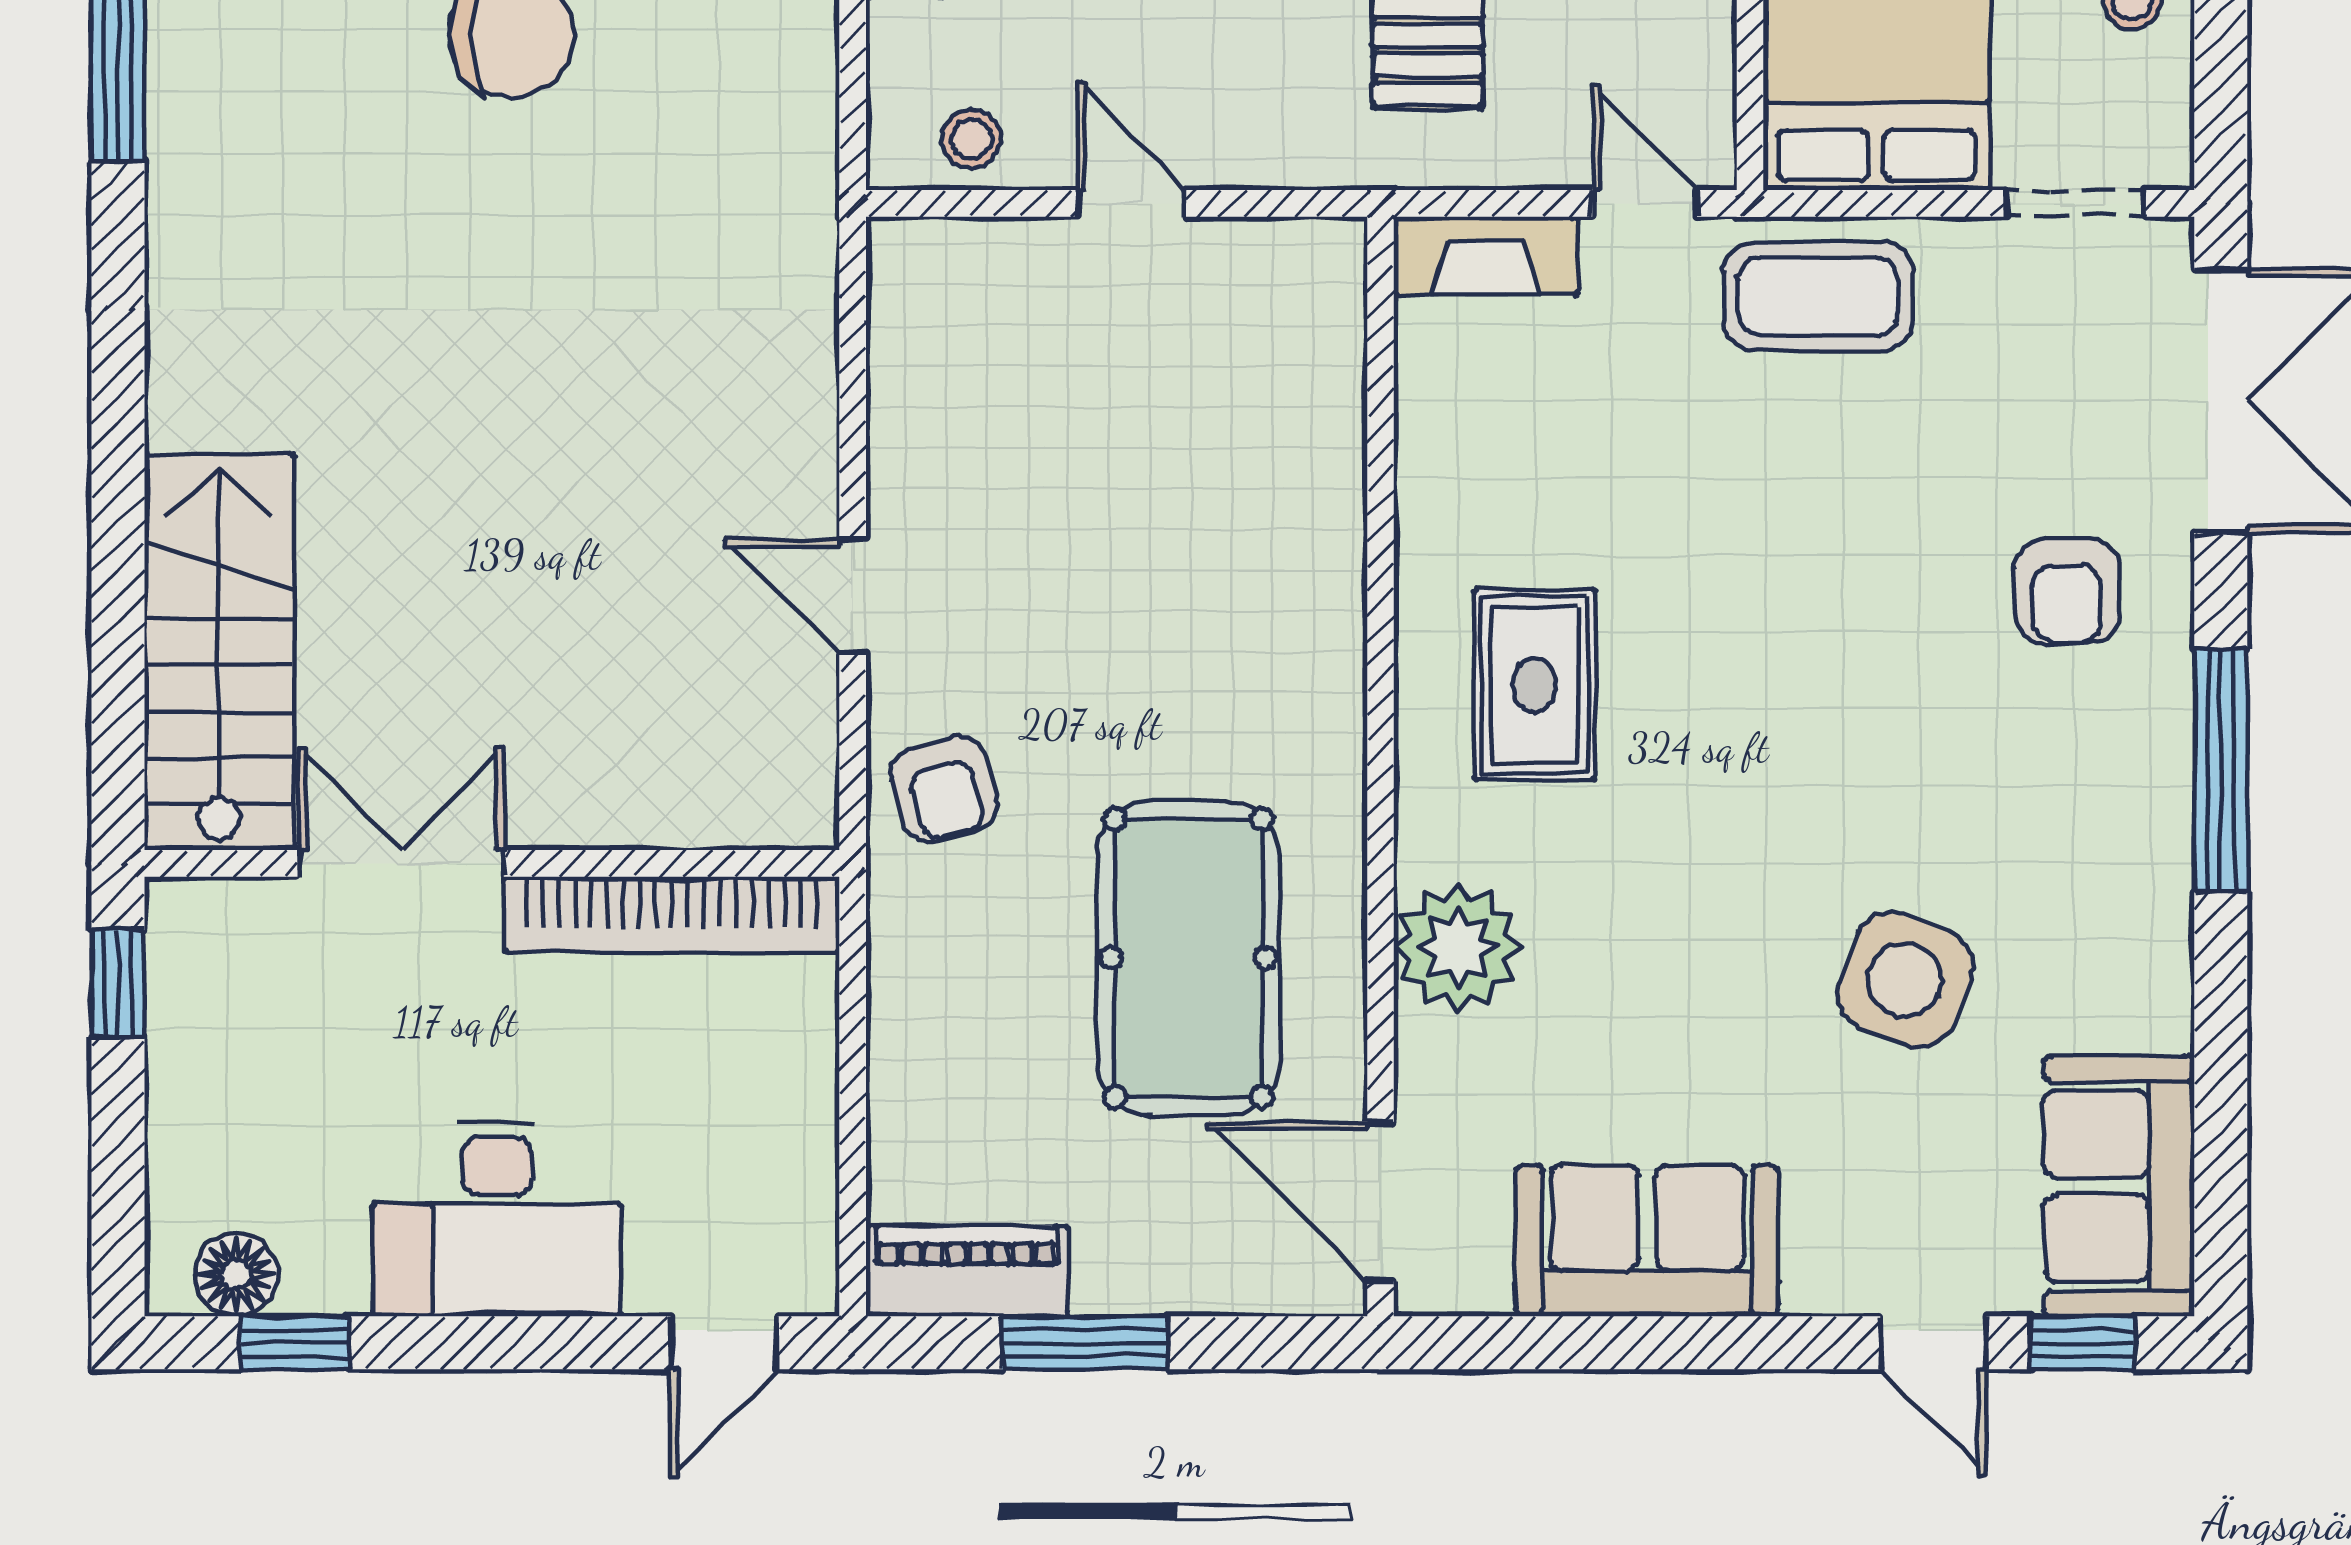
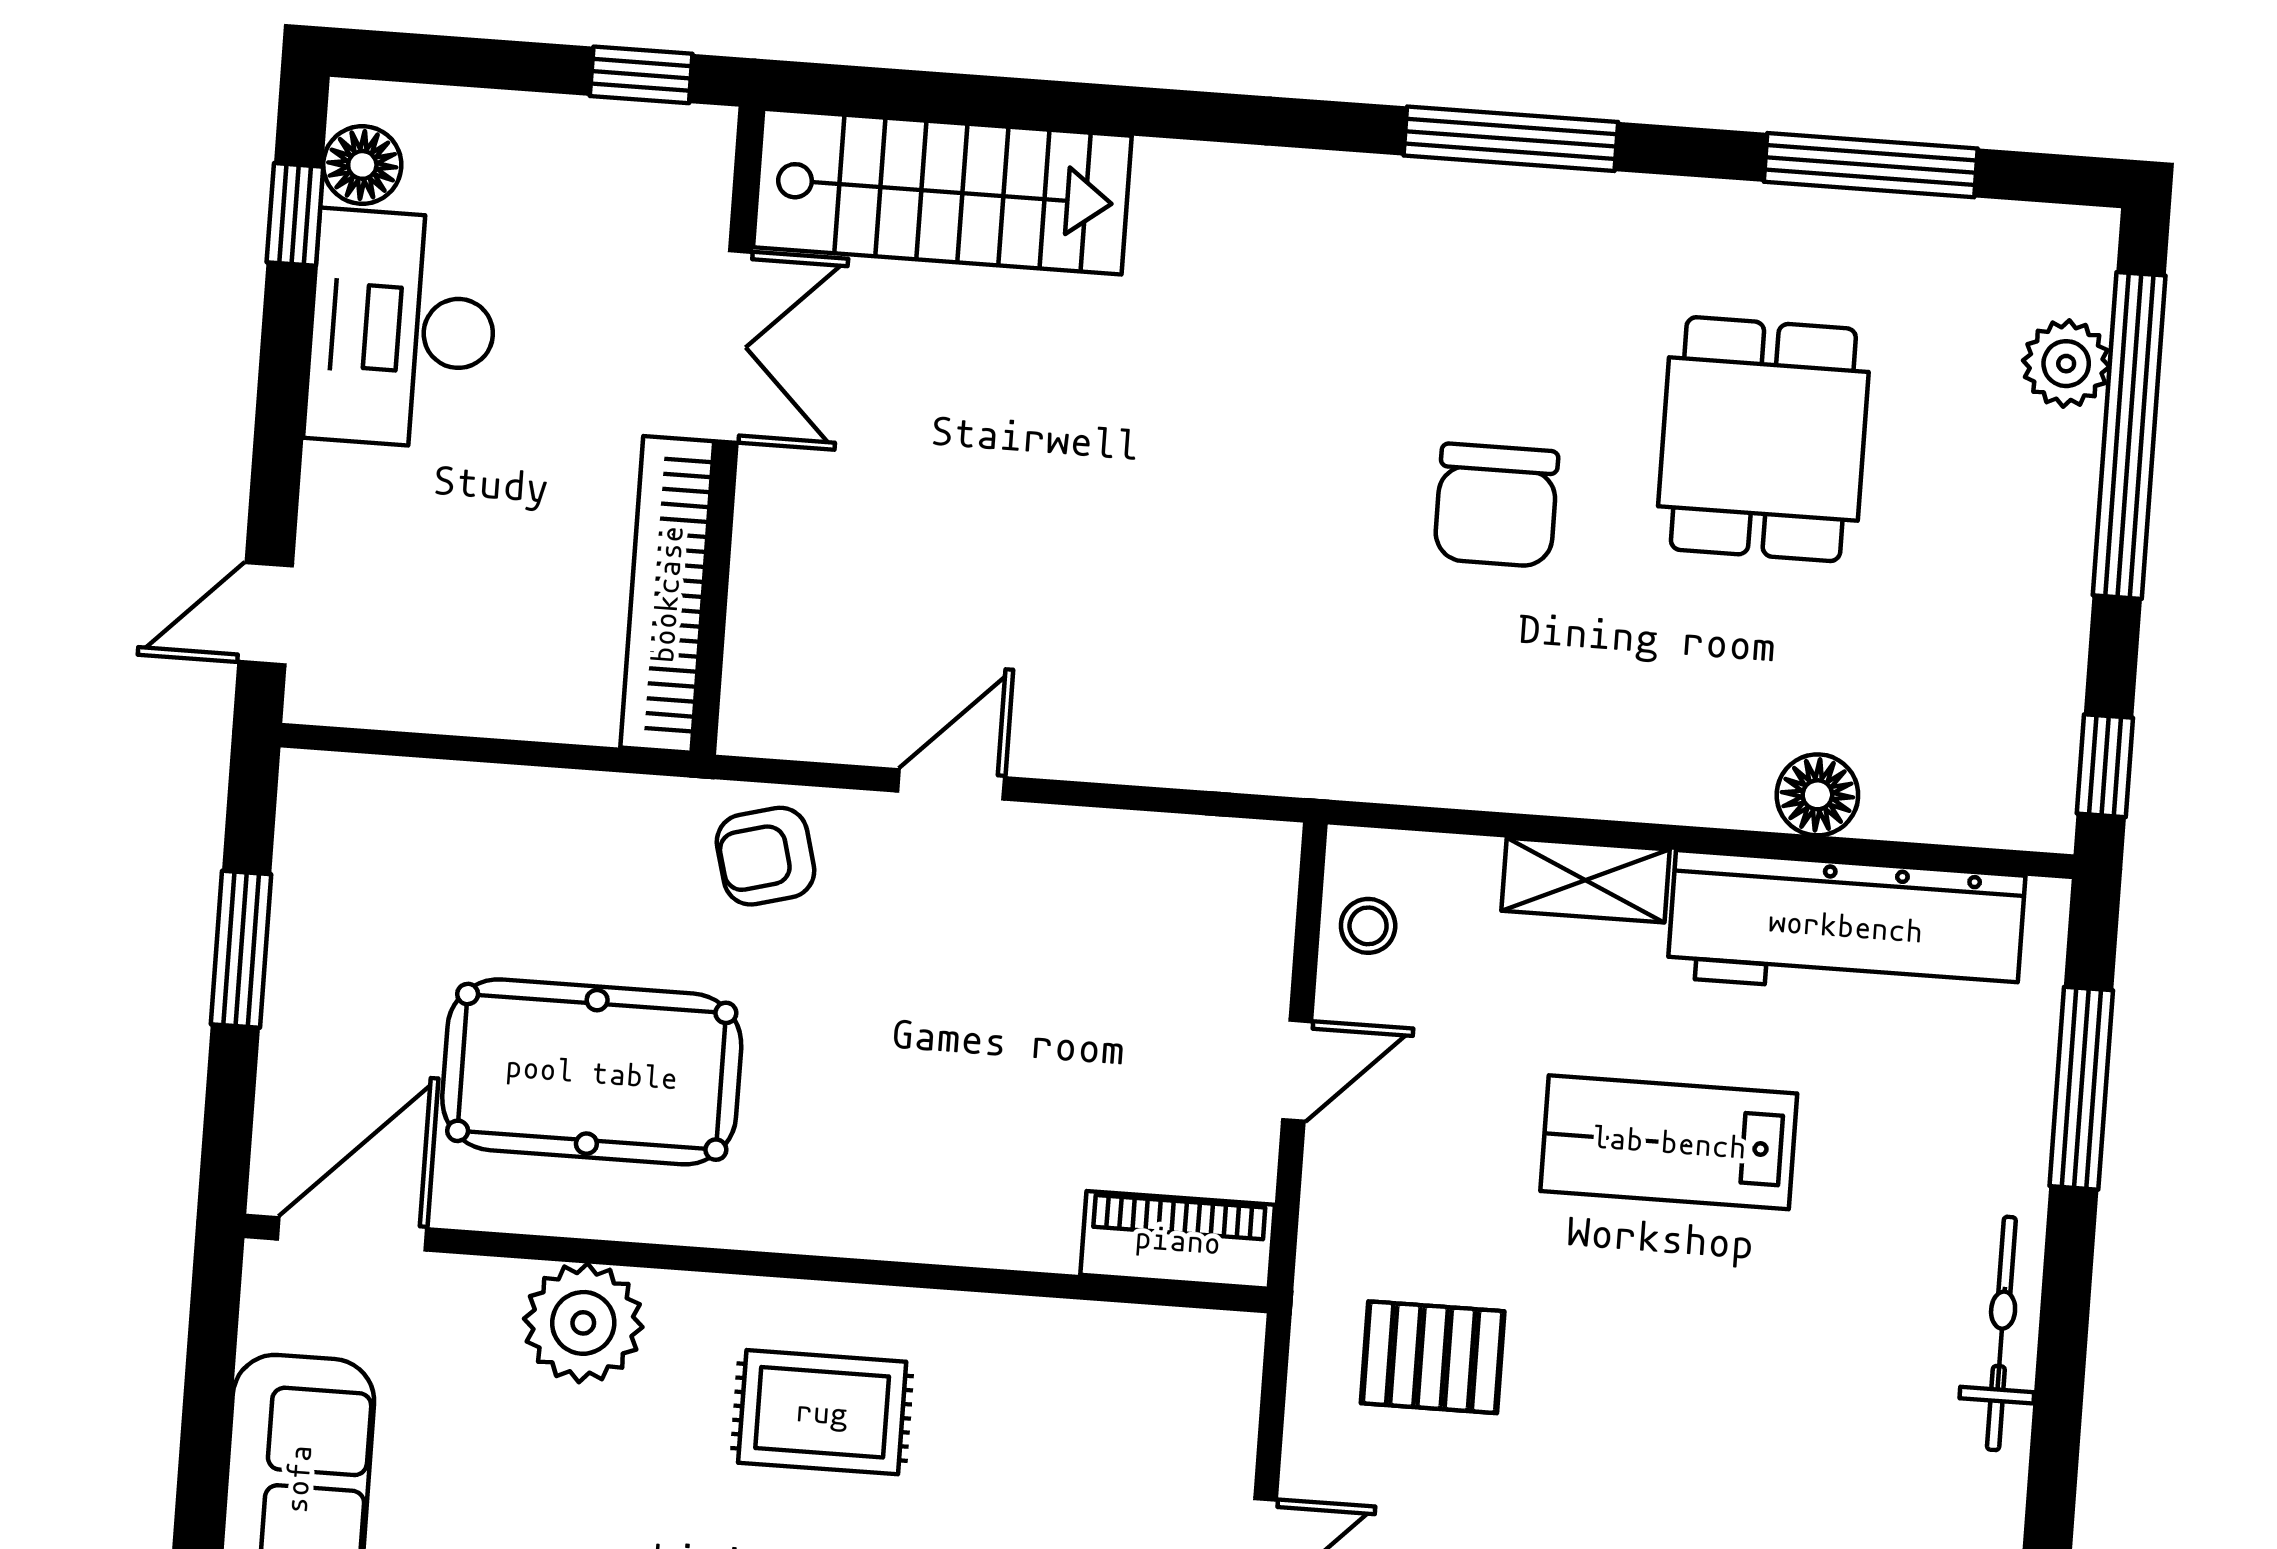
fireplace: (1486, 256) -> (1224, 1396), removed
desk: (497, 1219) -> (402, 329), moved
piano: (967, 1271) -> (1178, 1240), moved, turned -90
door: (724, 1343) -> (266, 614), hinge flipped

